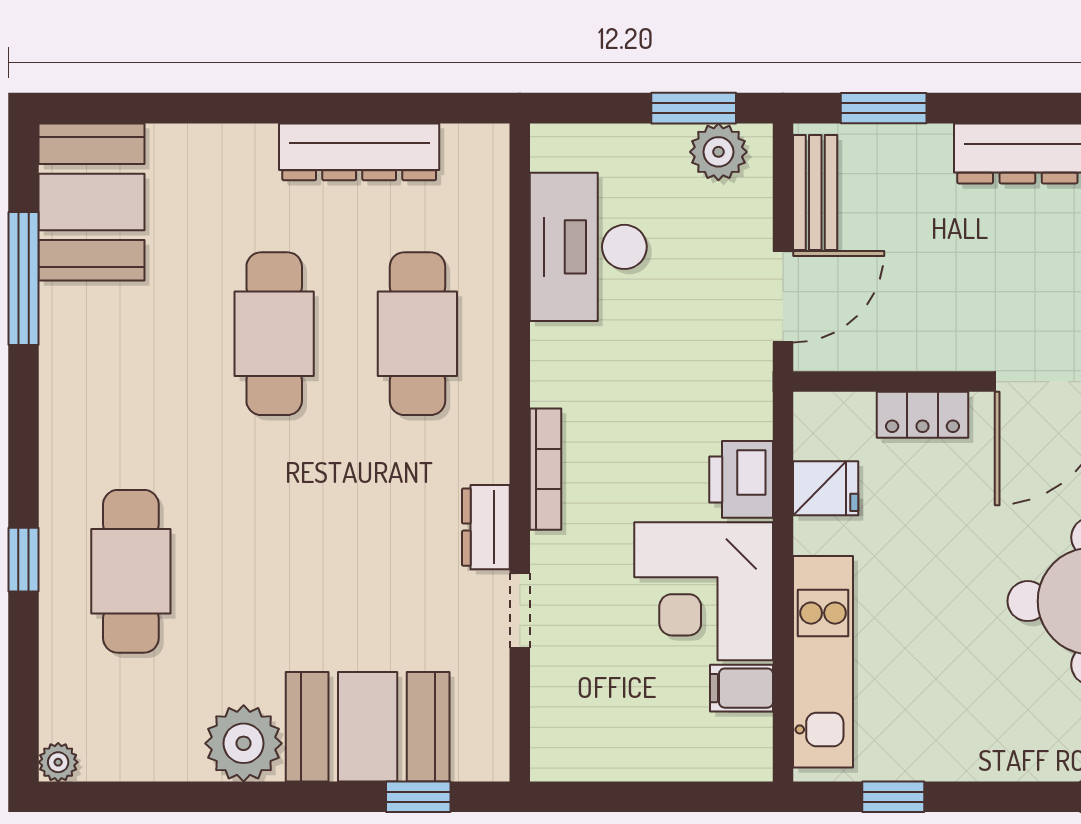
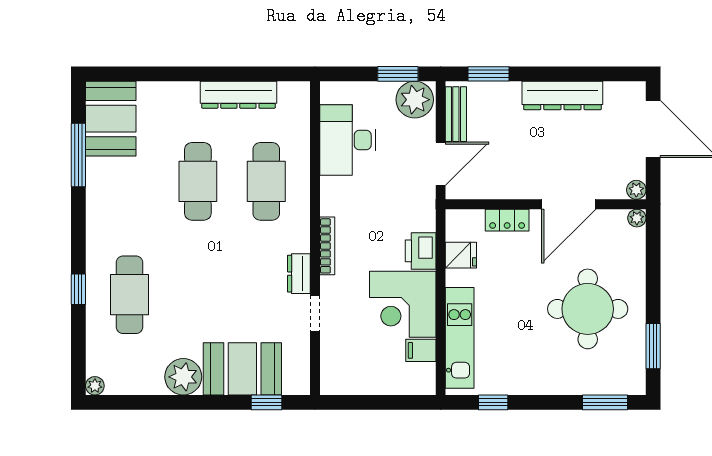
plant: (718, 152) -> (415, 100), width x1.36, depth x1.36

